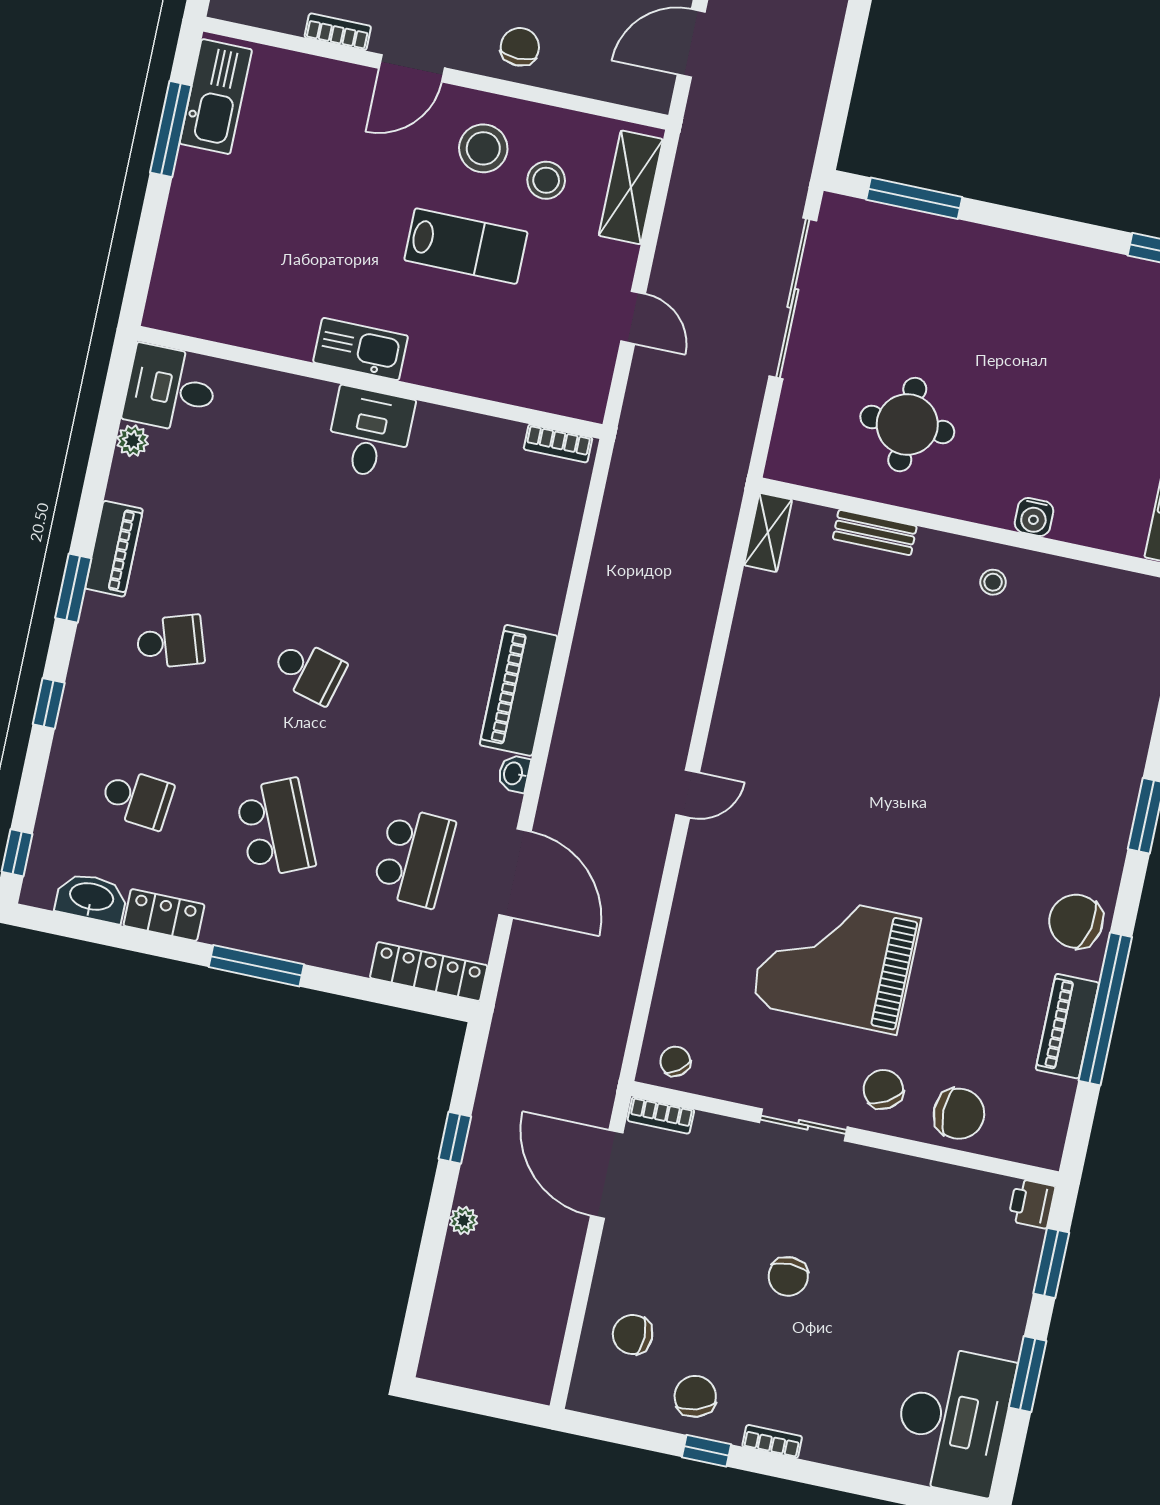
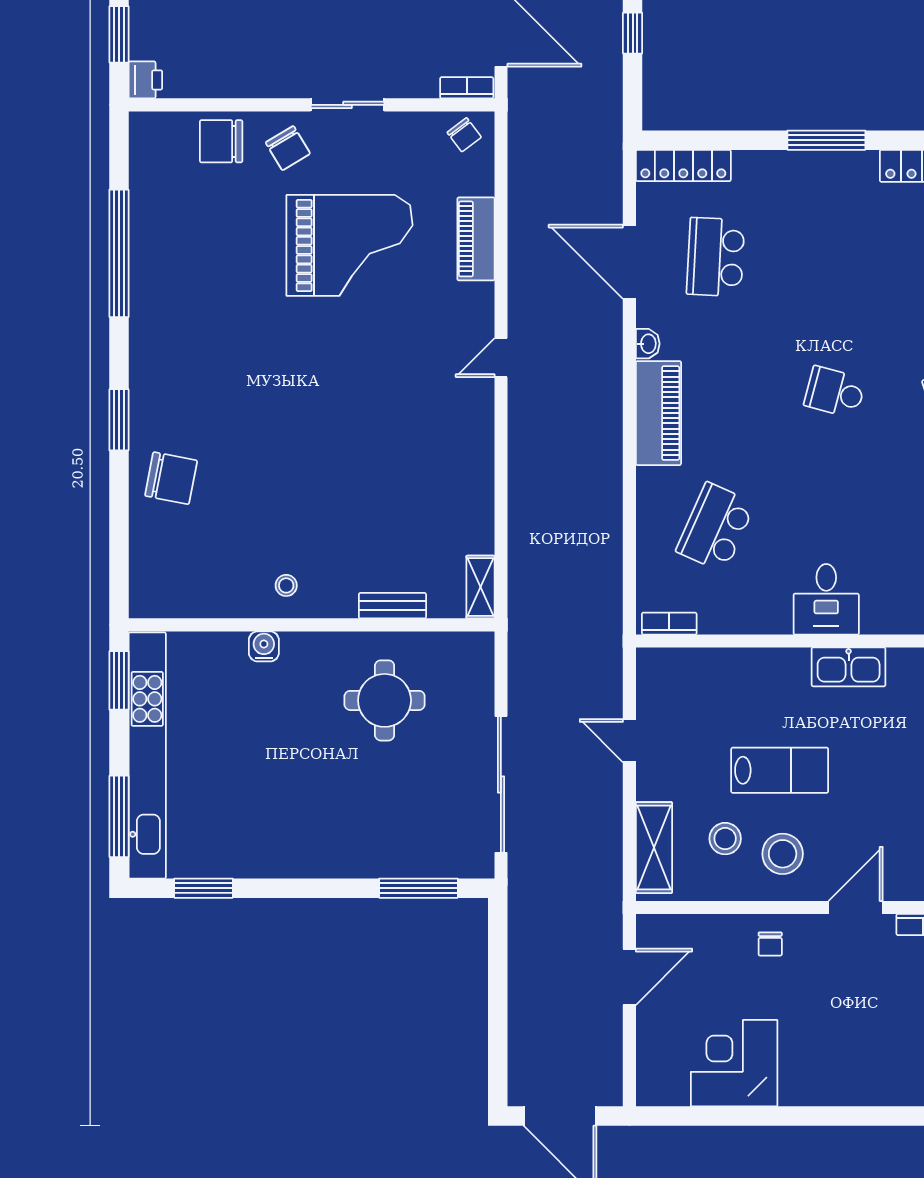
chair: (520, 47) -> (770, 944), width x0.73, depth x0.73
lab bench: (466, 246) -> (780, 770), turned 180
school desk: (275, 828) -> (716, 527), moved, turned 48
chair: (1076, 921) -> (171, 478), moved
piano: (1067, 1026) -> (476, 239), moved, turned 180

